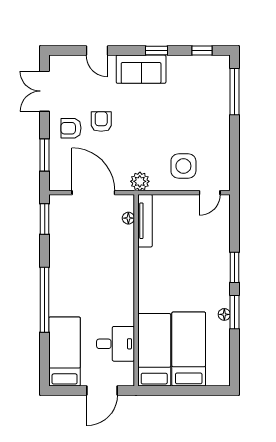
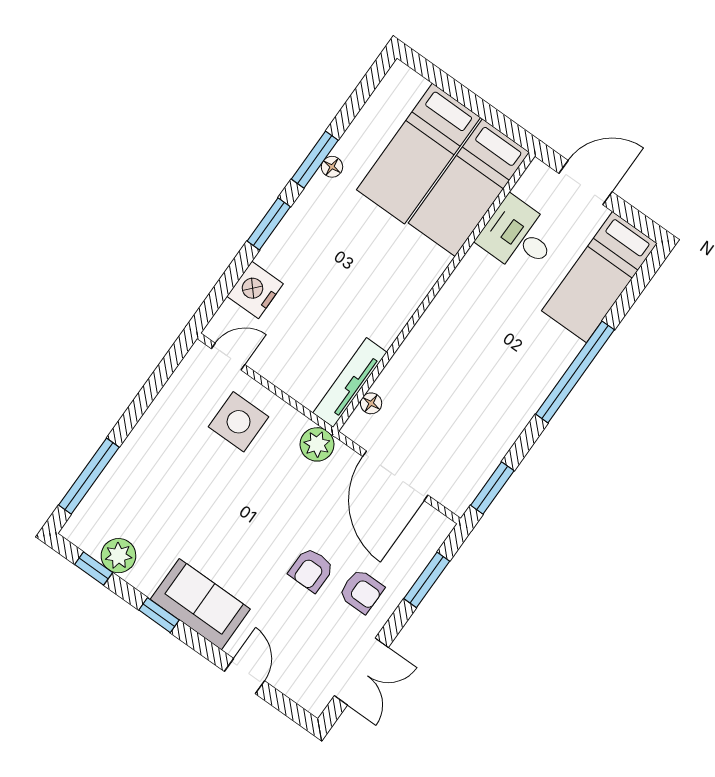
plant: (195, 65) -> (118, 556), added
nightstand: (219, 232) -> (255, 290), added

